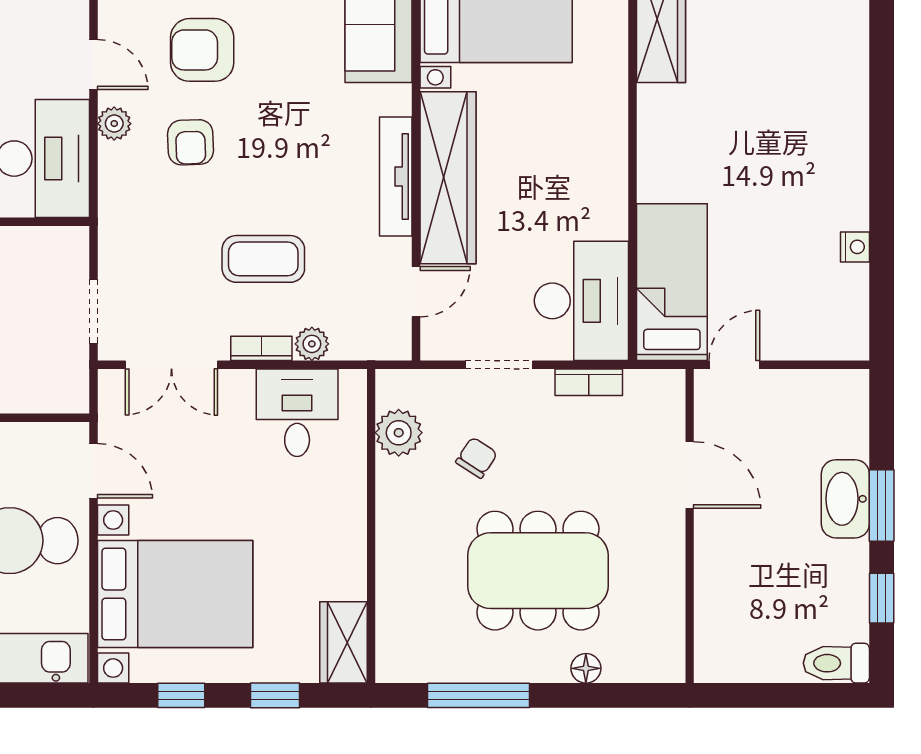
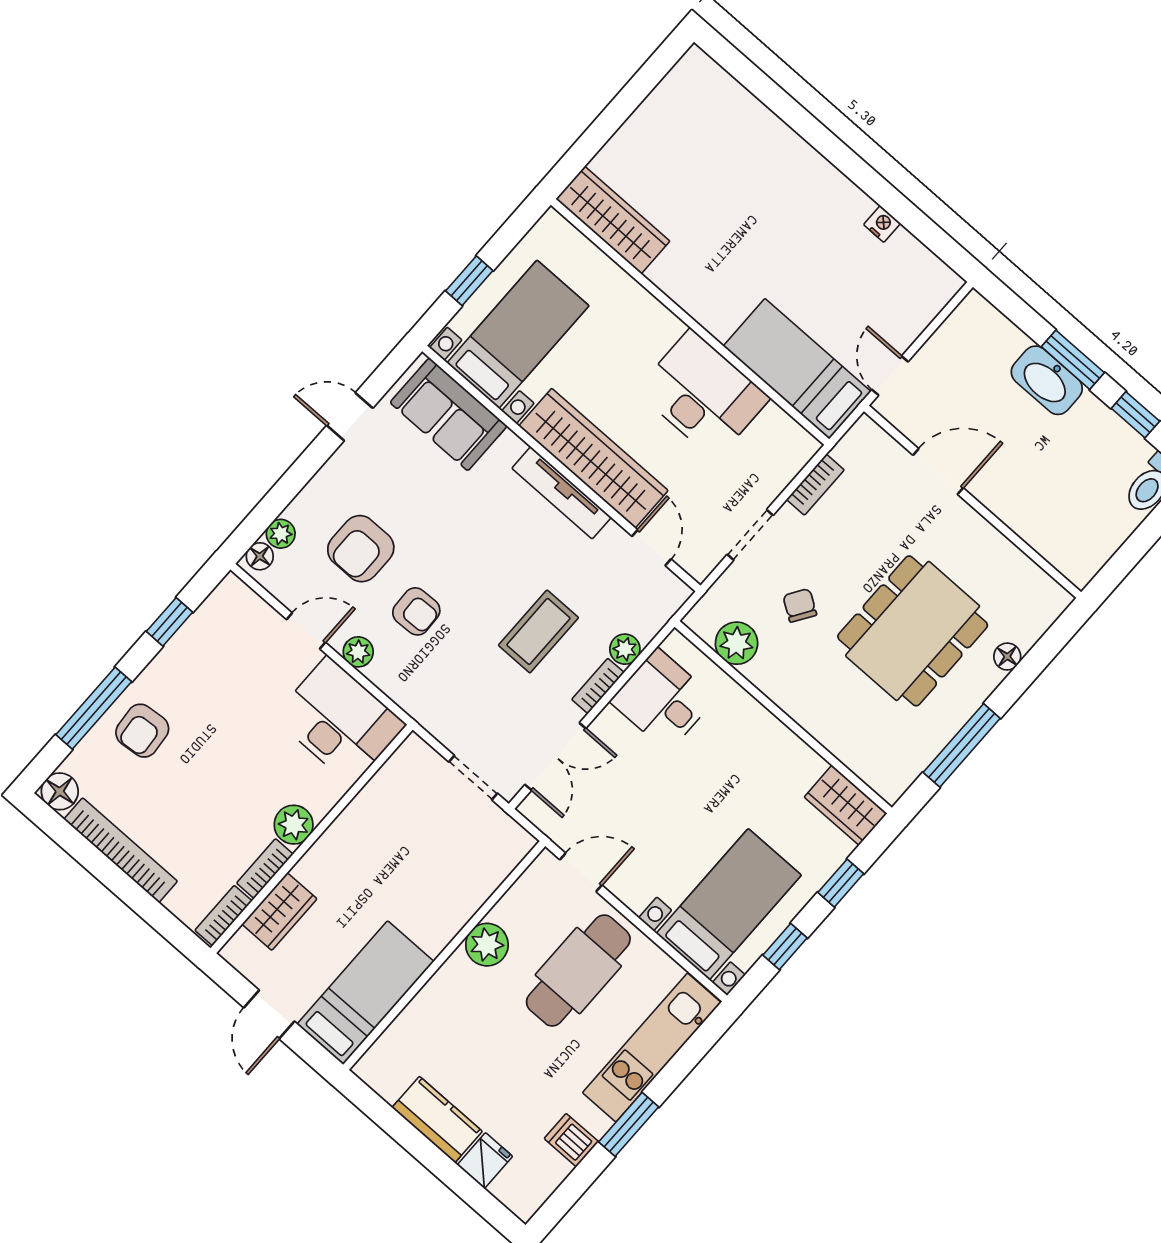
desk: (581, 301) -> (703, 394), moved
bed with nightstands: (175, 594) -> (729, 904), width x0.73

